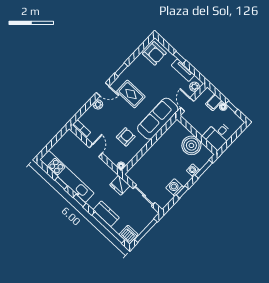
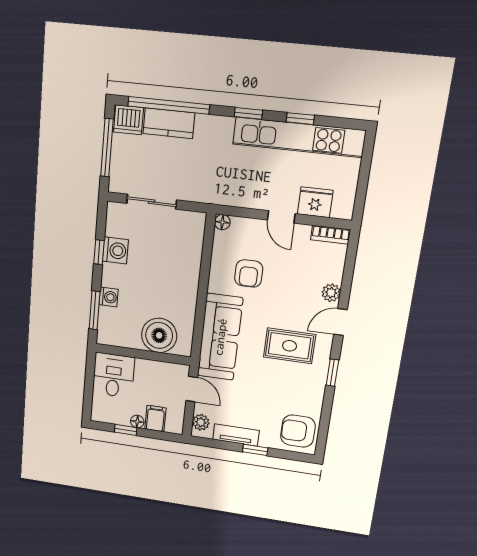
boiler: (191, 145) -> (159, 335), moved
fridge: (120, 185) -> (315, 202), moved
kitchen counter: (106, 214) -> (169, 123), moved

